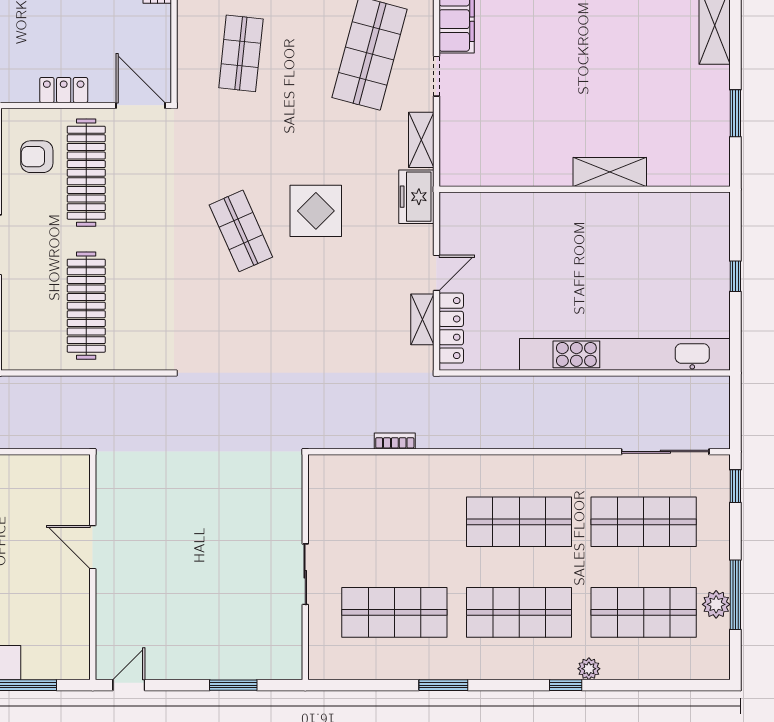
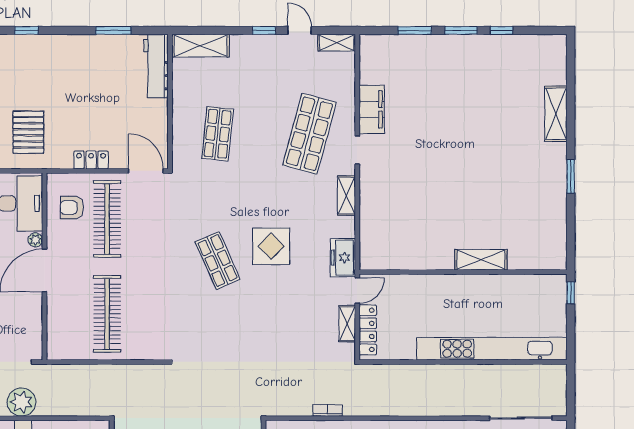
shelving: (610, 172) -> (481, 260), moved
wall: (585, 189) -> (463, 272), moved
freezer: (416, 197) -> (343, 258), moved

